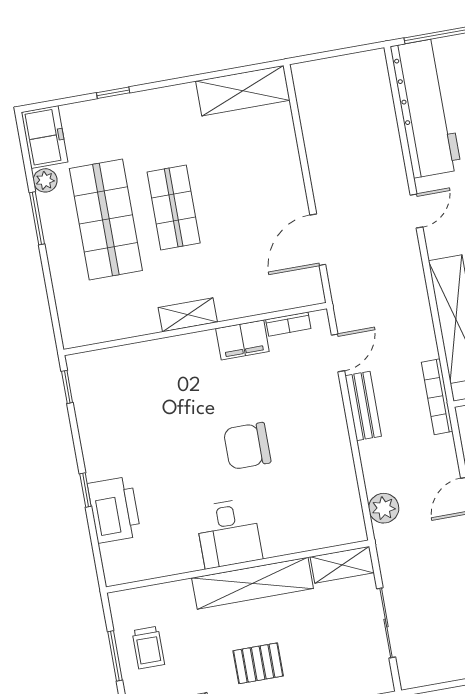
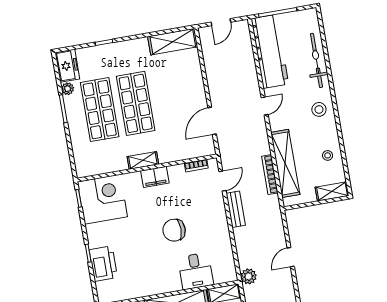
door: (334, 53) -> (221, 22), added
shop shelf: (174, 207) -> (136, 103), width x1.43, depth x1.36
filing cabinet: (242, 340) -> (155, 177), moved
corner desk: (112, 388) -> (102, 199), added
bookcase: (437, 397) -> (270, 175), moved
plant: (384, 508) -> (249, 276), moved
desk: (229, 533) -> (196, 271), moved

